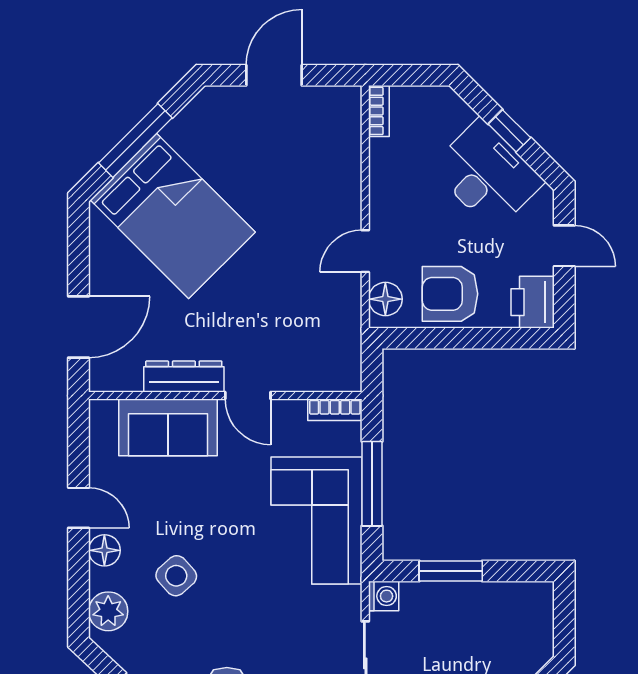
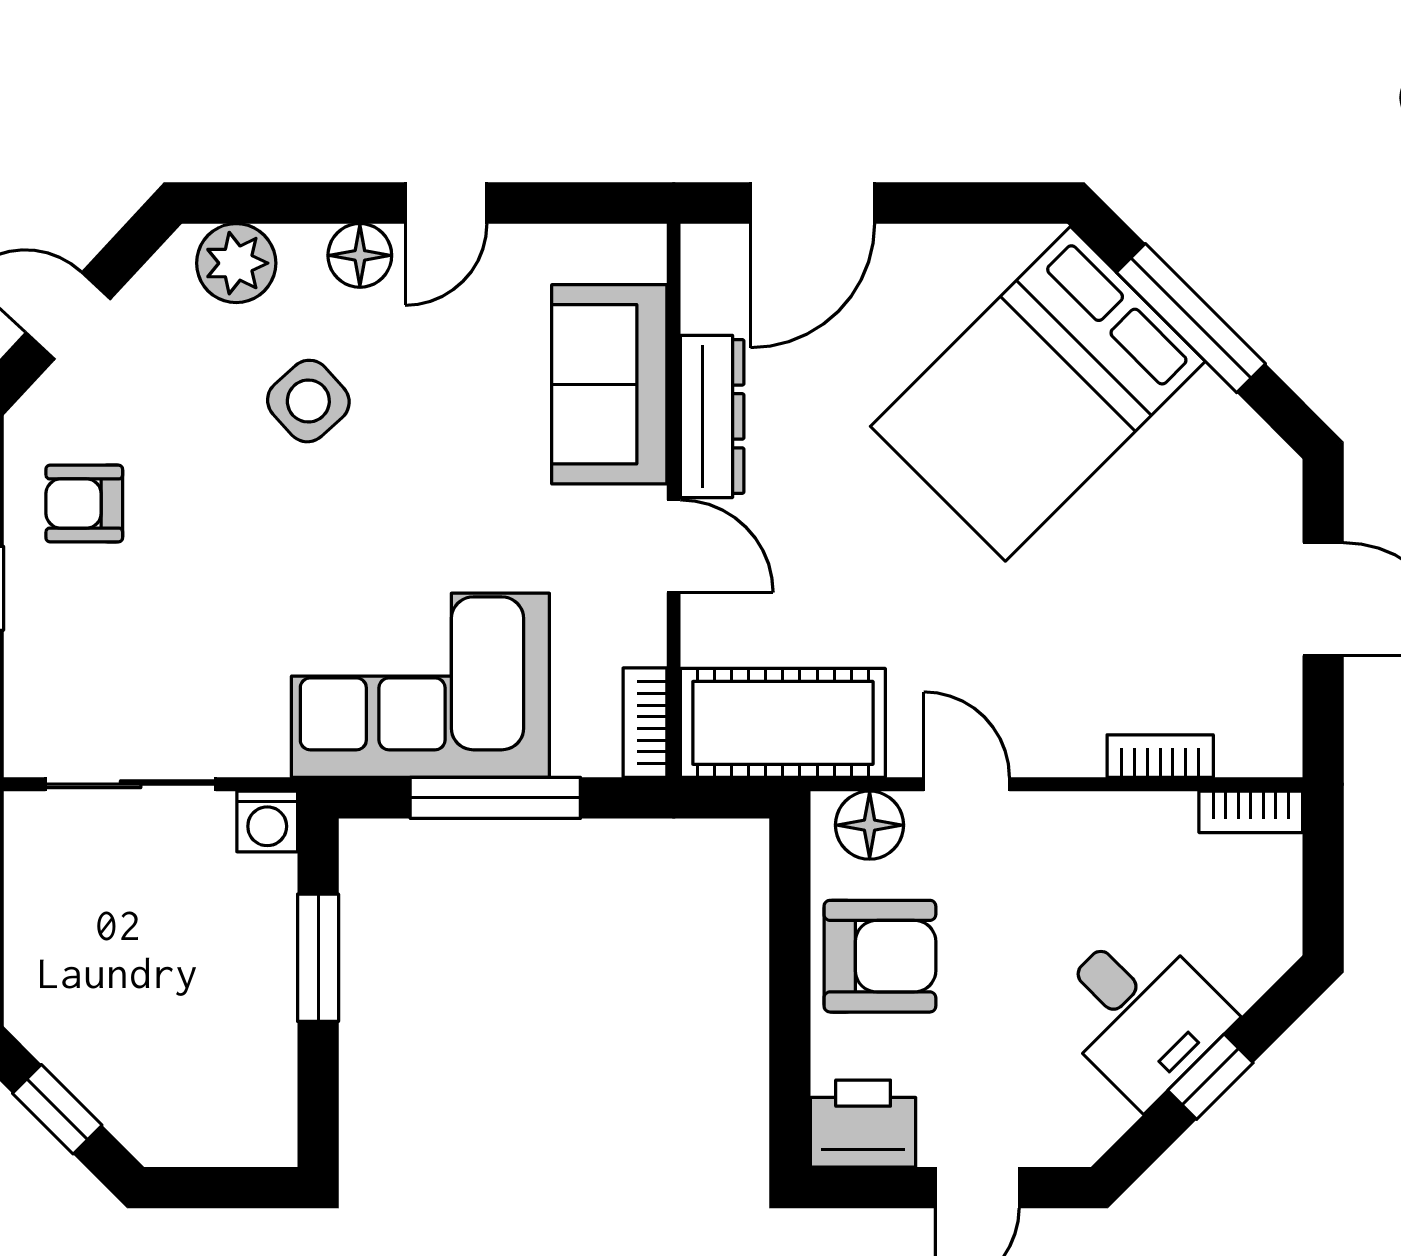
bookcase: (351, 156) -> (1160, 756), added
desk: (487, 175) -> (1140, 1013), width x0.73
armchair: (450, 294) -> (880, 956), turned 90
door: (79, 327) -> (813, 203), hinge flipped
cot: (335, 342) -> (783, 723), added
door: (248, 396) -> (674, 546), swing flipped

